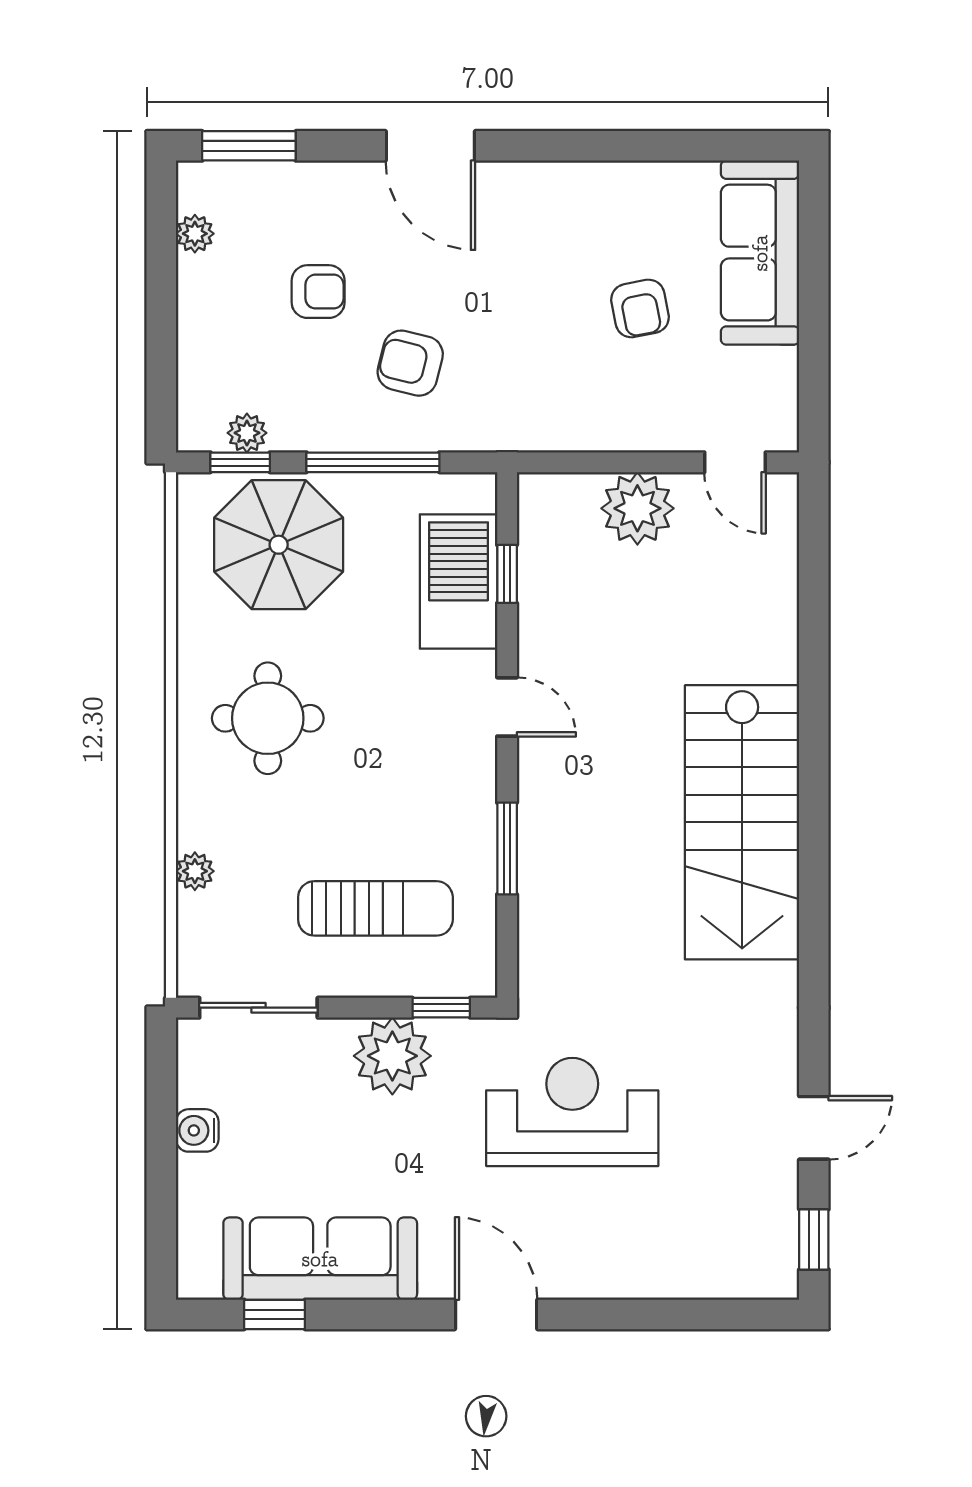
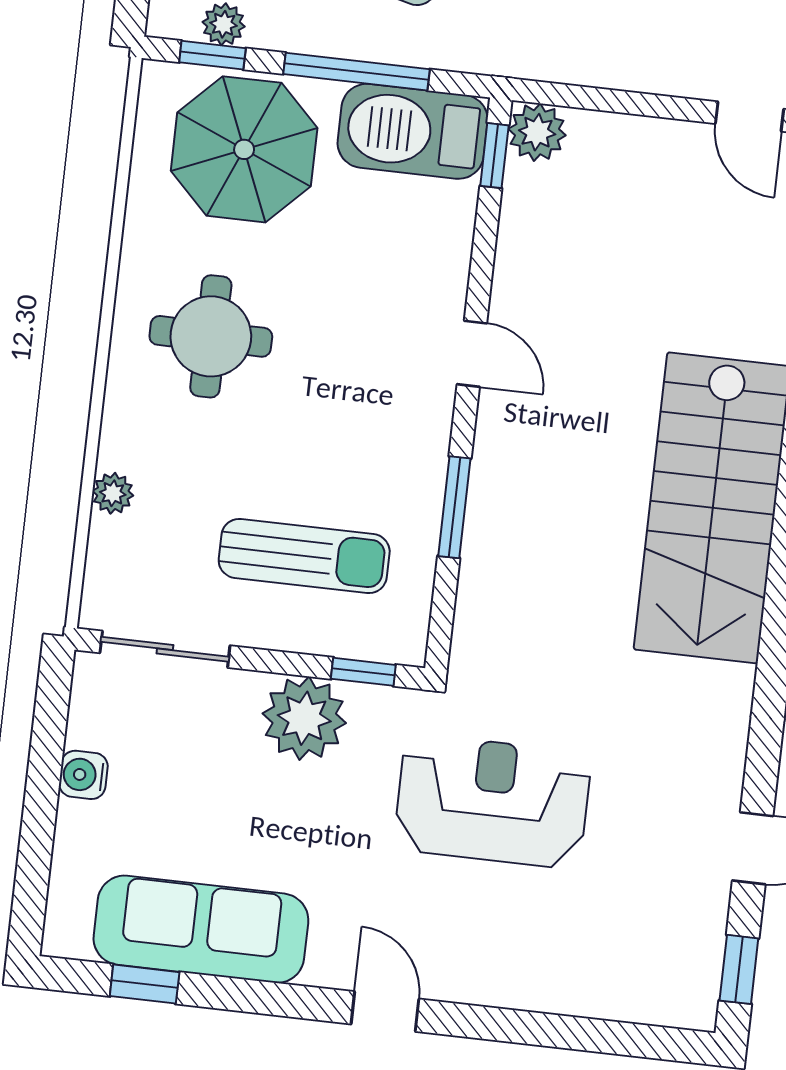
plant: (637, 508) -> (537, 132), moved, width x0.73, depth x0.73
window: (507, 574) -> (494, 156), moved
barbecue: (459, 581) -> (413, 131), moved, turned -90
door: (496, 1314) -> (385, 1011), width x0.73

